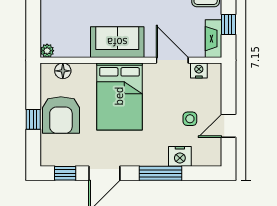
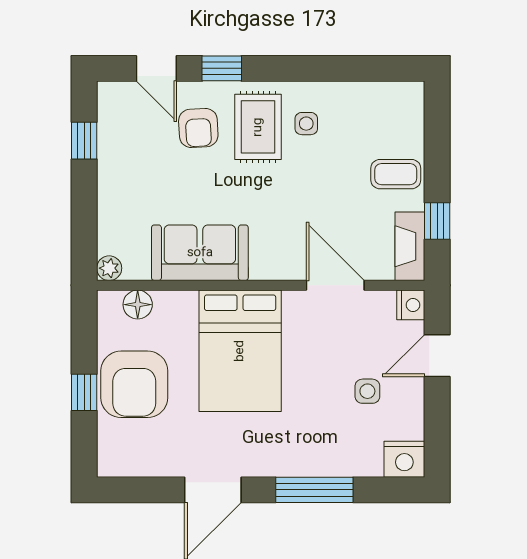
sofa: (117, 42) -> (200, 253), moved
nightstand: (199, 70) -> (411, 305), moved, turned 90
door: (228, 126) -> (437, 356), moved
nightstand: (180, 156) -> (404, 459), moved
window: (65, 173) -> (142, 490), removed

